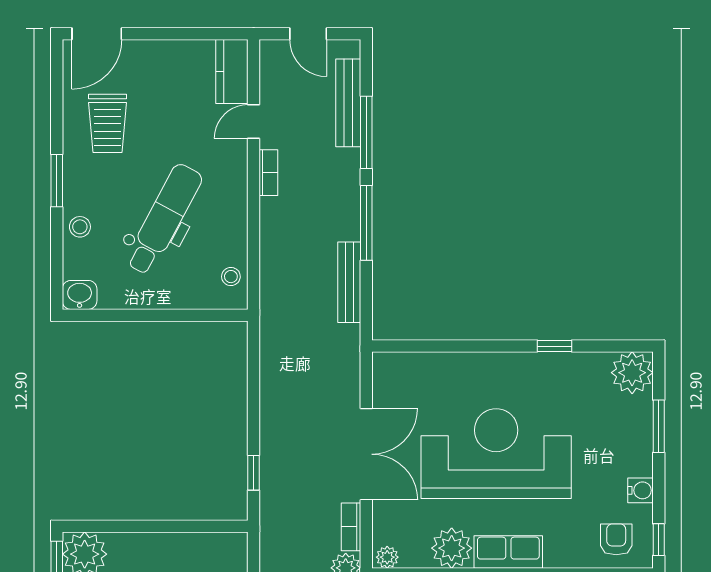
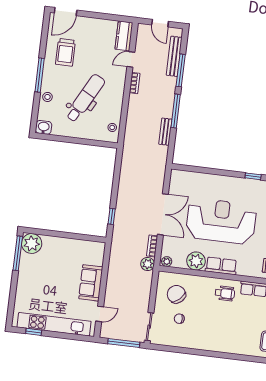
window: (57, 181) -> (40, 75), width x1.44
bench: (349, 282) -> (165, 132), width x0.73

